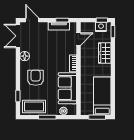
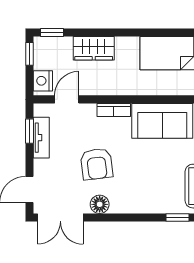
nightstand: (101, 27) -> (43, 81), moved
door: (78, 39) -> (67, 99), hinge flipped
armchair: (36, 78) -> (97, 164), moved, turned -97

